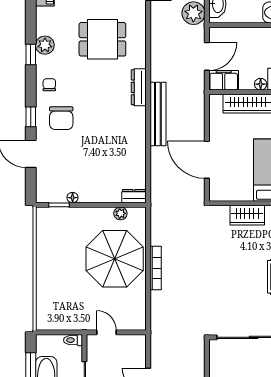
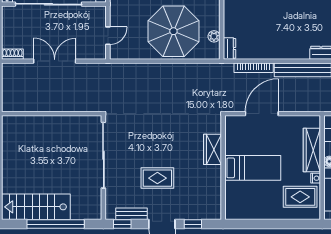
bookcase: (156, 268) -> (254, 68), moved
door: (106, 332) -> (108, 36), moved

